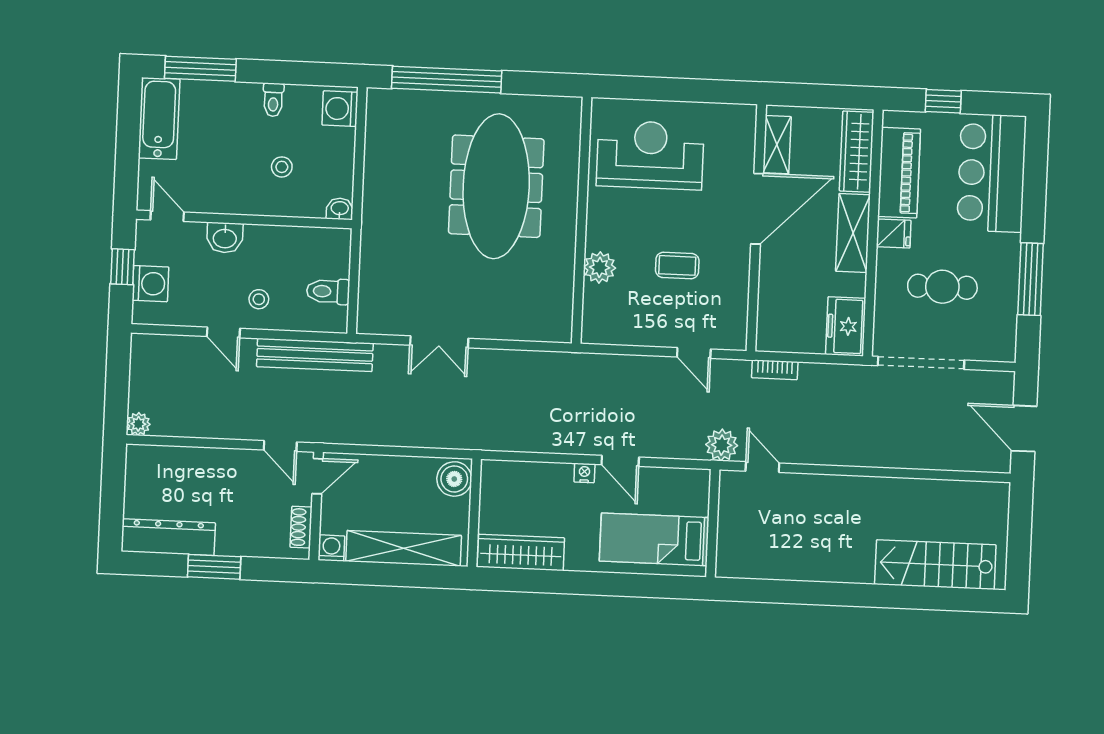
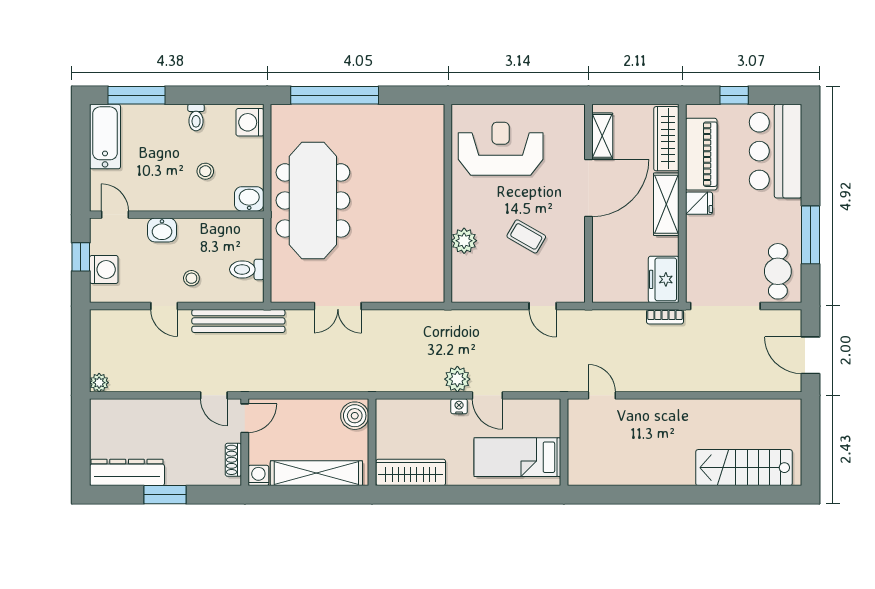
meeting table: (496, 186) -> (313, 200), moved
washbasin: (340, 209) -> (249, 199), width x1.38, depth x1.45
coffee table: (677, 265) -> (526, 236), turned 30
cafe table: (942, 287) -> (778, 271), moved, turned 90
bookcase: (775, 370) -> (665, 317), moved
plant: (722, 445) -> (457, 379), moved

